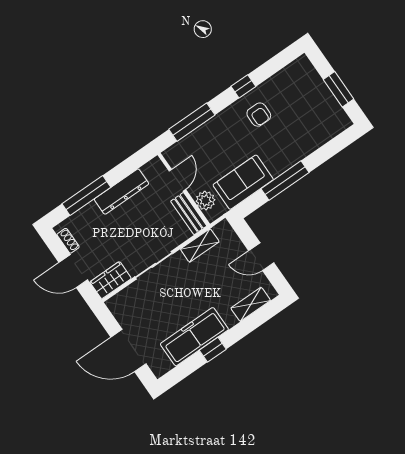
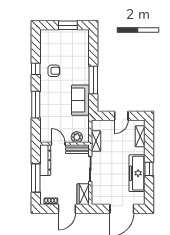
door: (177, 180) -> (58, 144), moved
wall: (184, 189) -> (64, 144), moved
plant: (205, 201) -> (77, 137), moved
bench: (189, 214) -> (77, 149), moved

